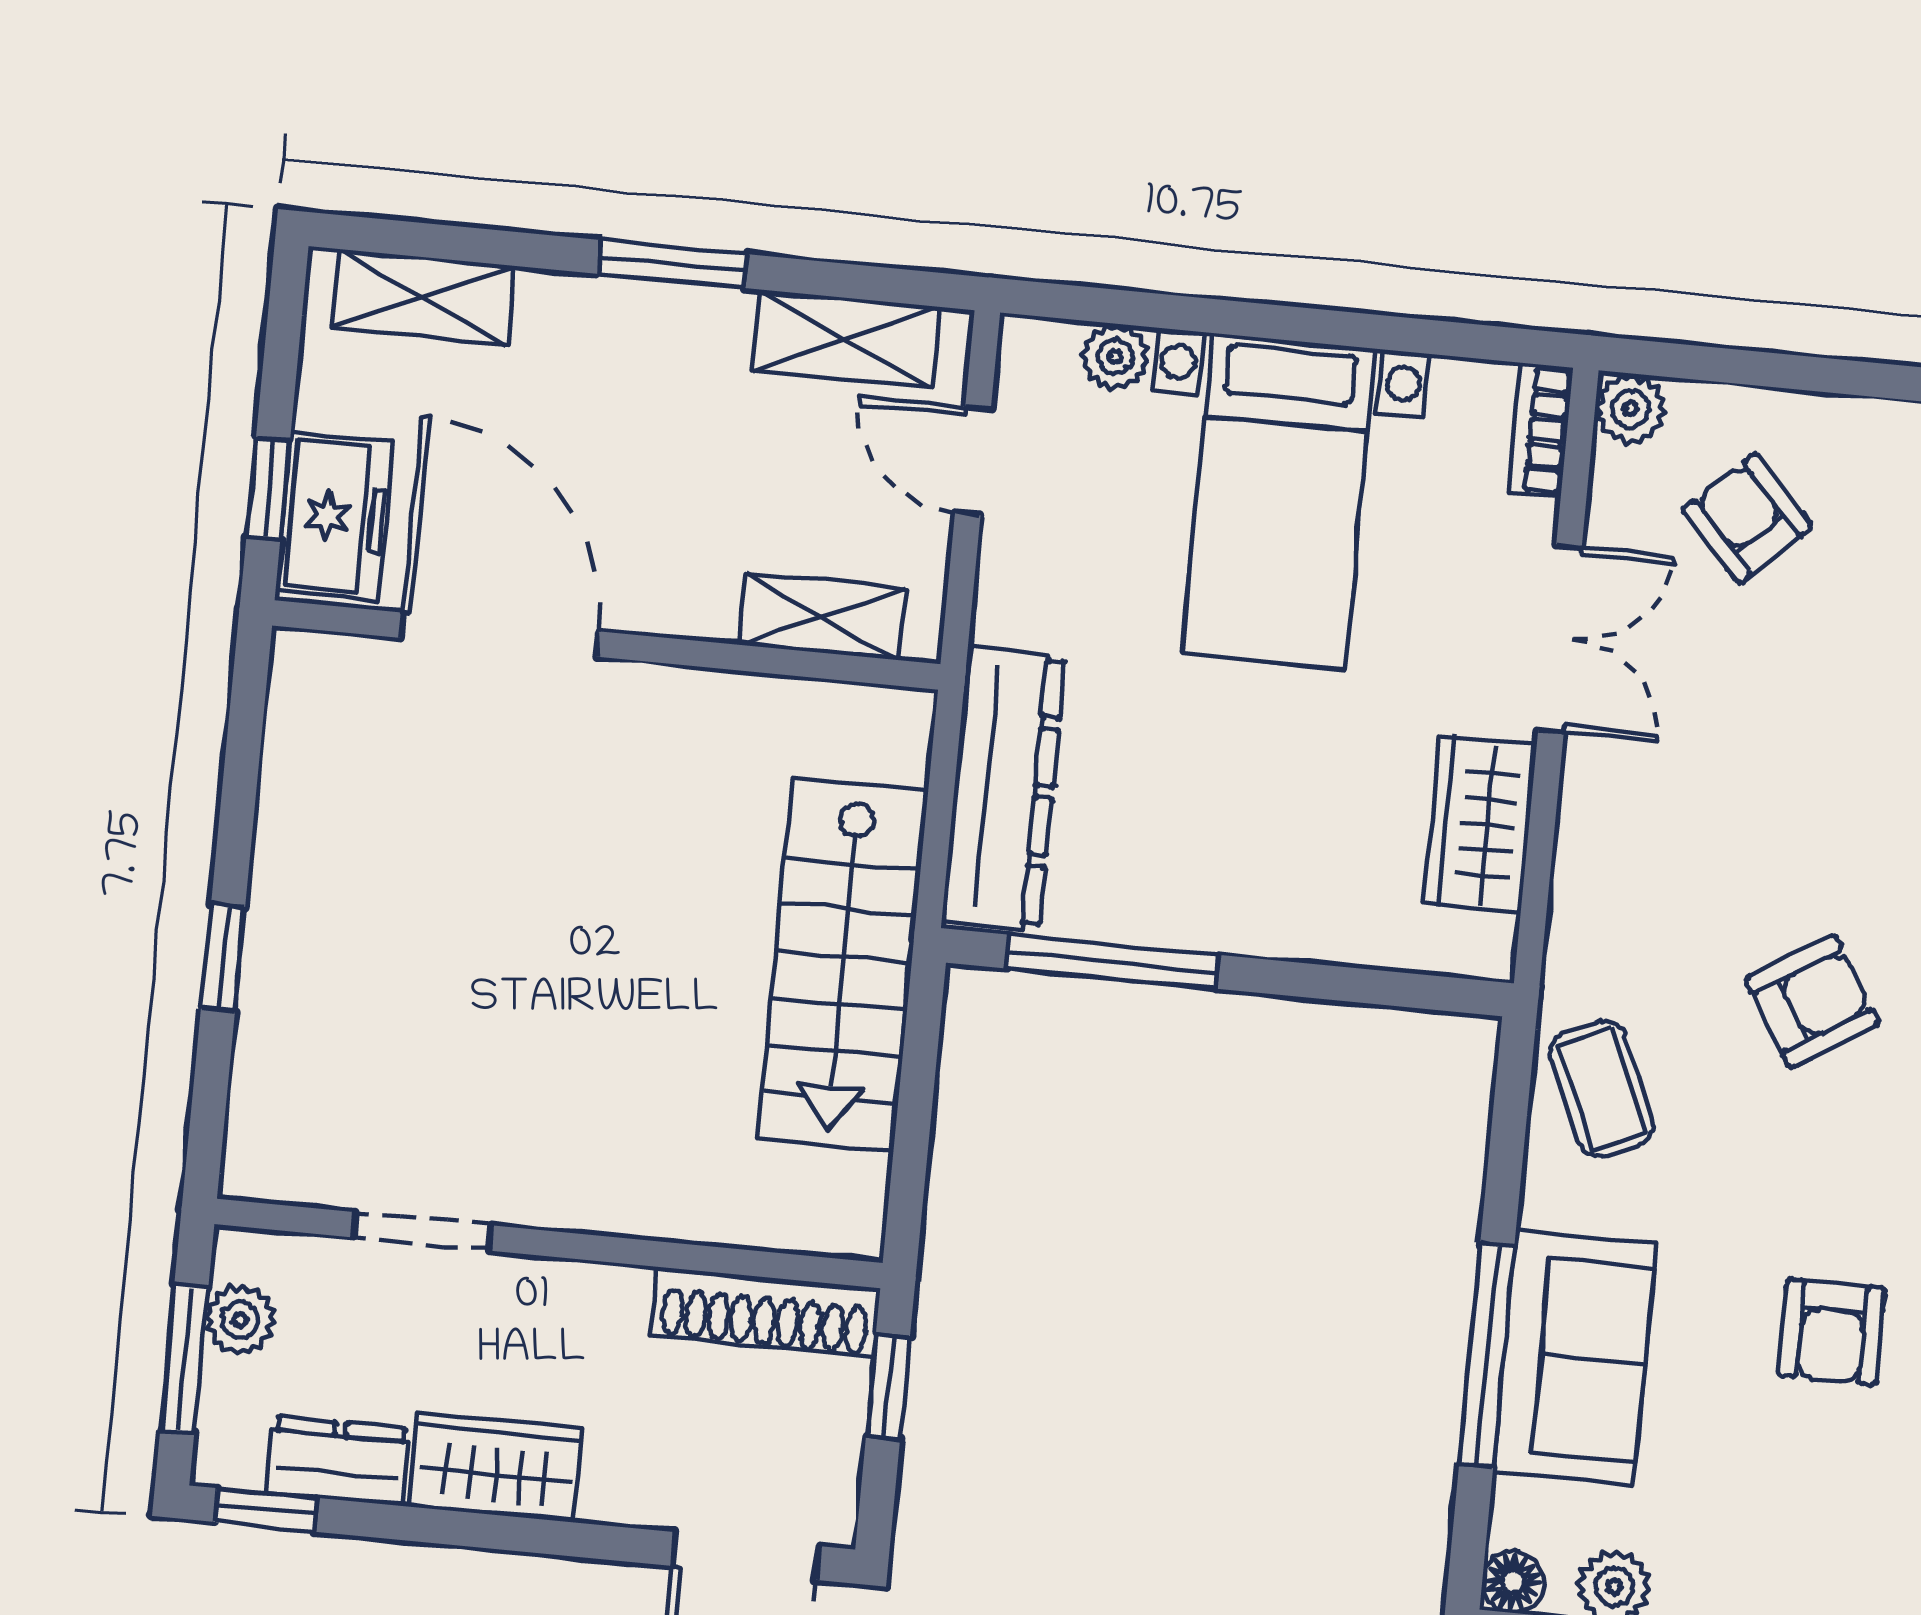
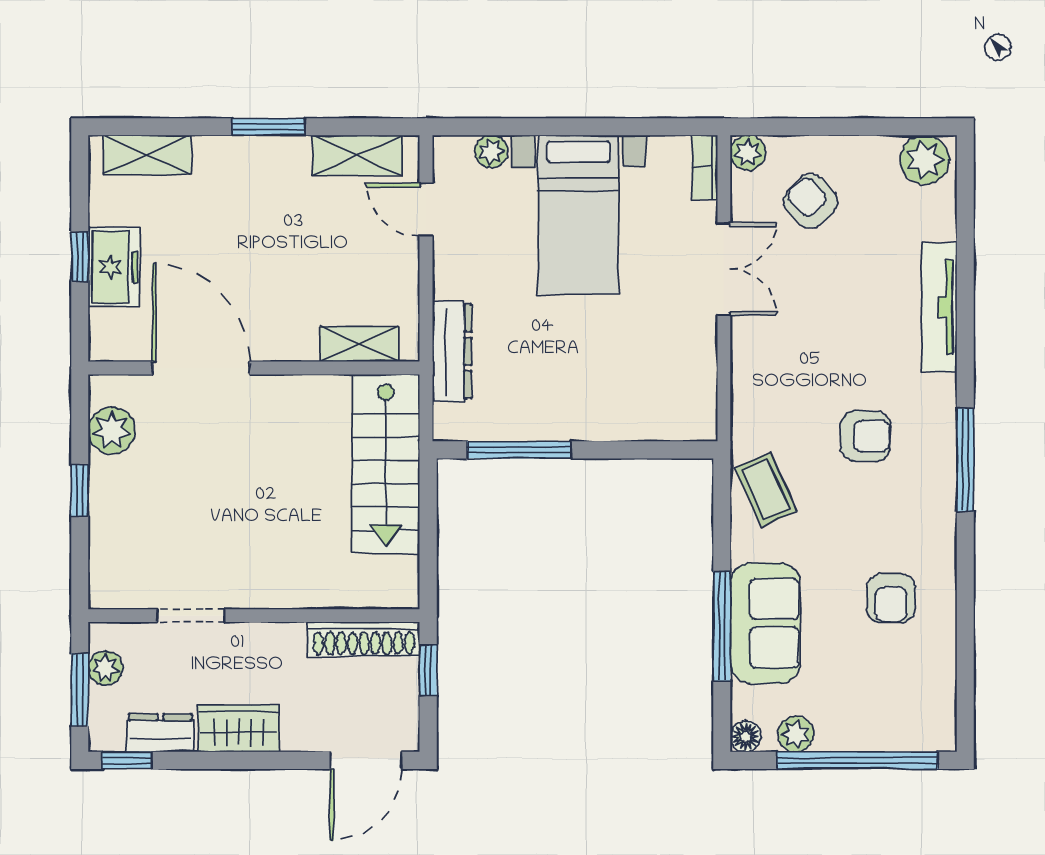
shelving: (823, 617) -> (359, 344), moved
door: (500, 635) -> (201, 368), moved
wall: (606, 645) -> (254, 368), moved
dresser: (1004, 788) -> (452, 351), width x0.73, depth x0.80
wardrobe: (1480, 824) -> (693, 365), removed
plant: (298, 844) -> (112, 431), added
armchair: (1812, 1001) -> (866, 436), turned 34

